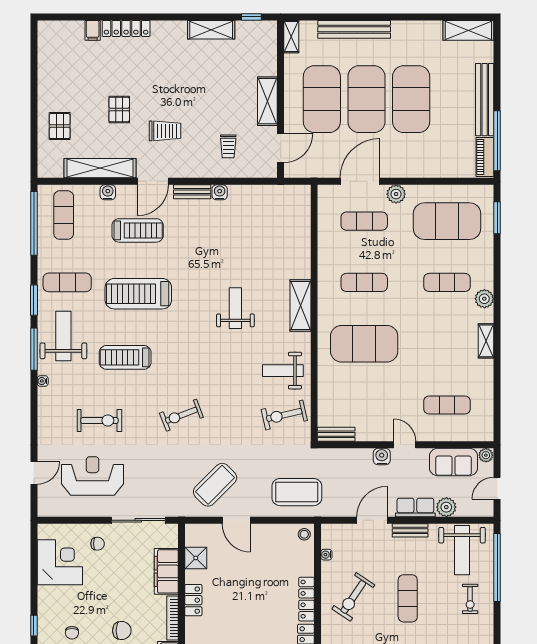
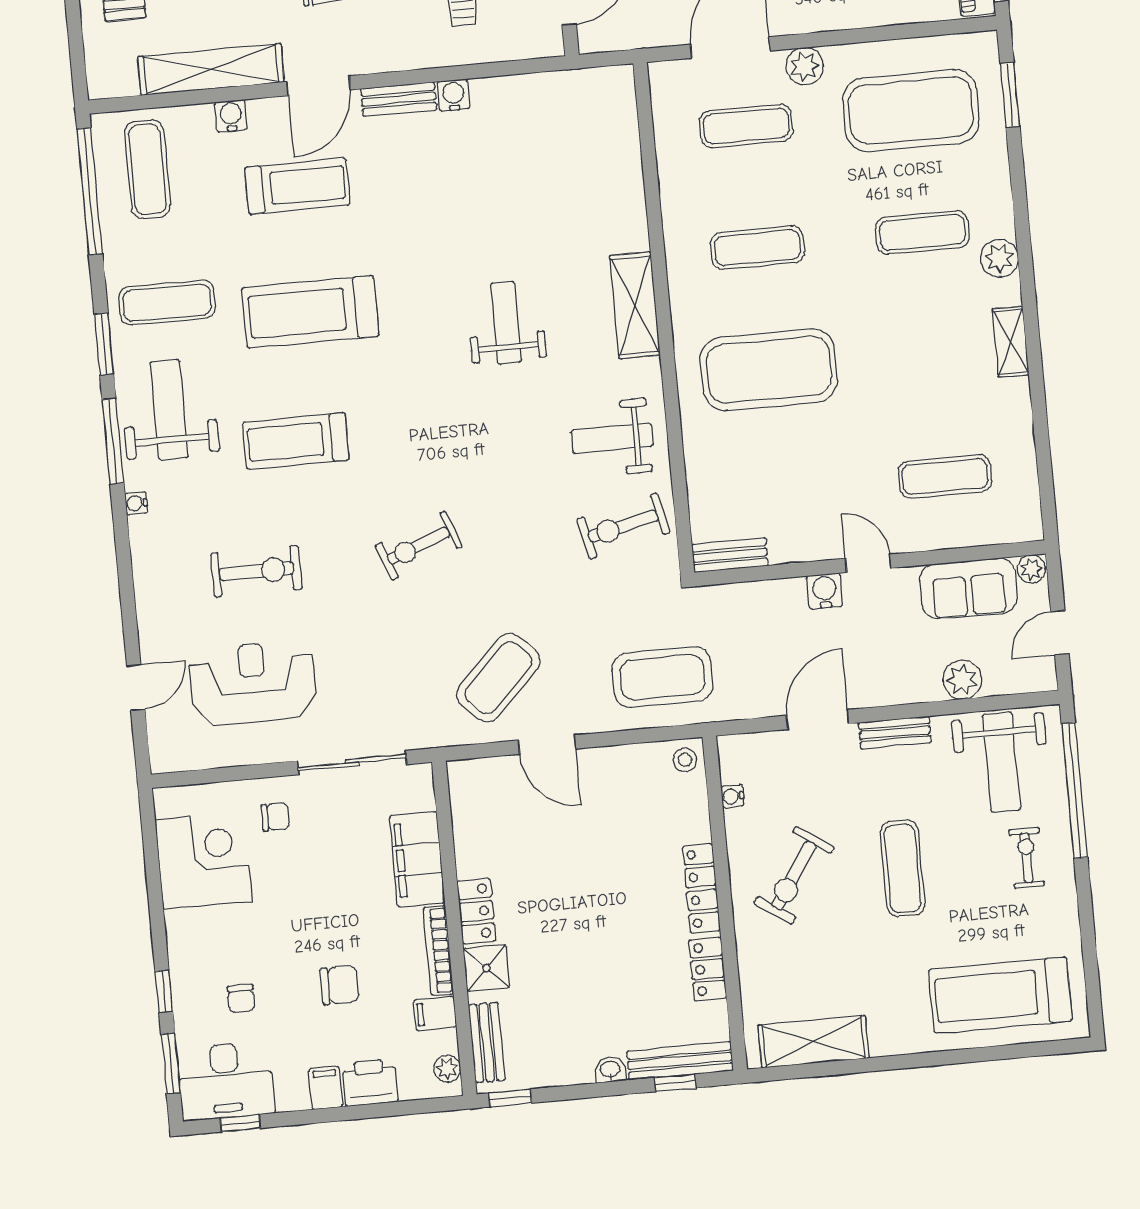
row of seats: (415, 508) -> (901, 686), removed
shower: (196, 558) -> (486, 968), moved
exercise bike: (470, 599) -> (1027, 858), turned 180

